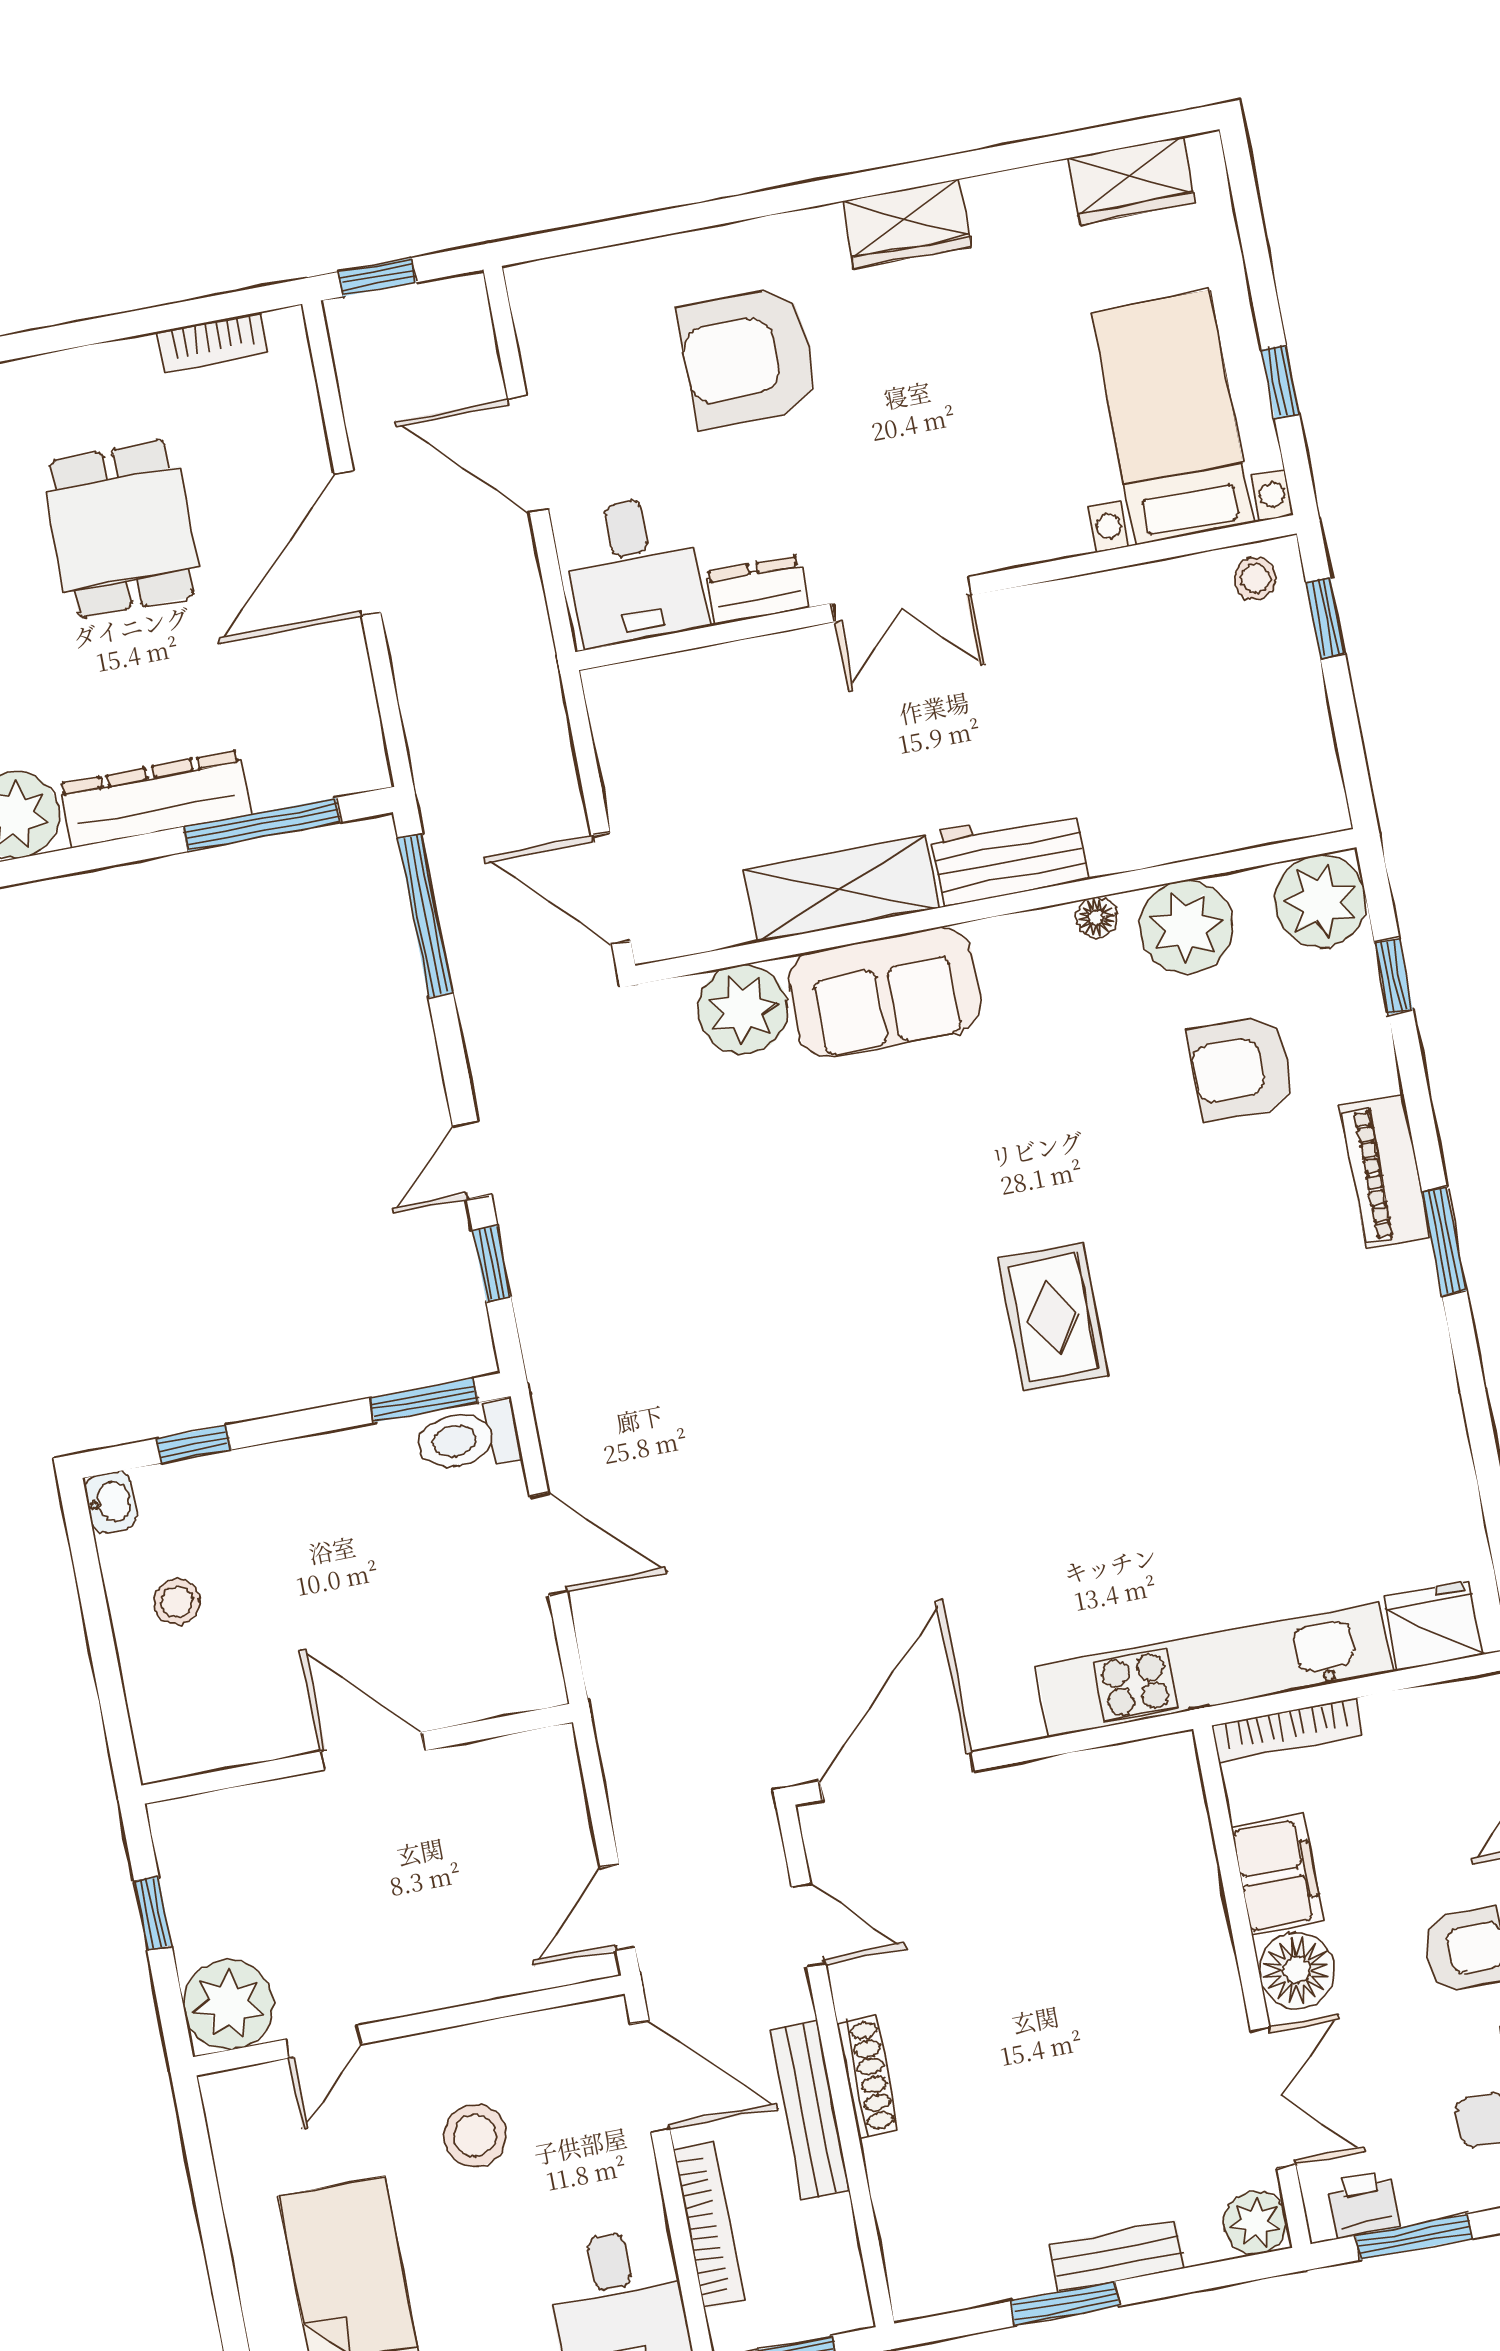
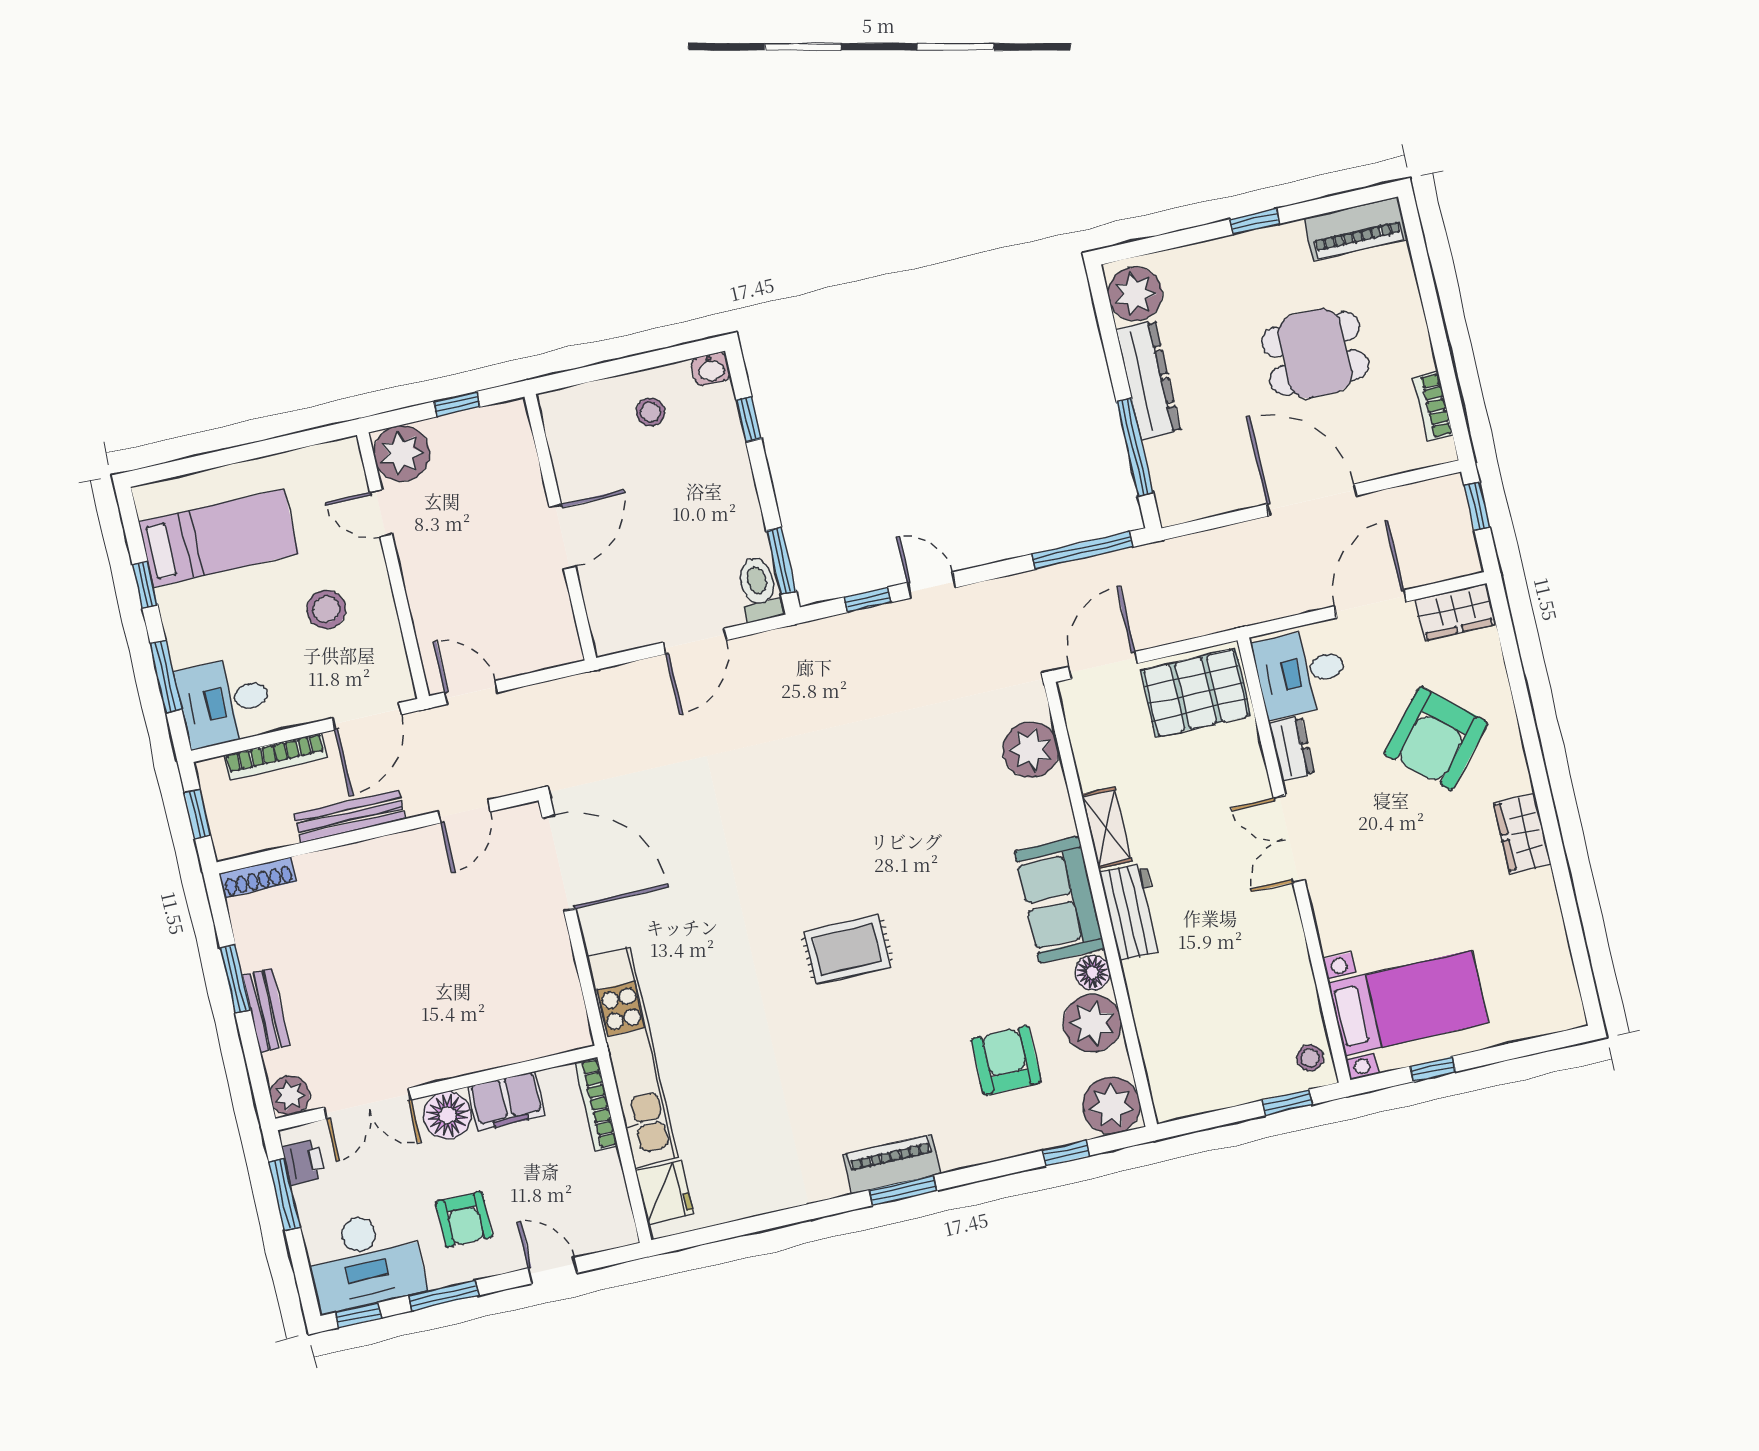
wardrobe: (1132, 180) -> (1455, 612), moved, turned -90
armchair: (748, 357) -> (1436, 738), turned -139
pallet: (661, 741) -> (1196, 693), added
shelving: (841, 889) -> (1107, 828), width x0.67, depth x0.75
floor lamp: (1096, 917) -> (1093, 973), width x1.37, depth x1.37
sofa: (885, 992) -> (1059, 900), moved
piano: (1385, 1172) -> (892, 1164), moved
shoe rack: (868, 2076) -> (258, 878), moved

